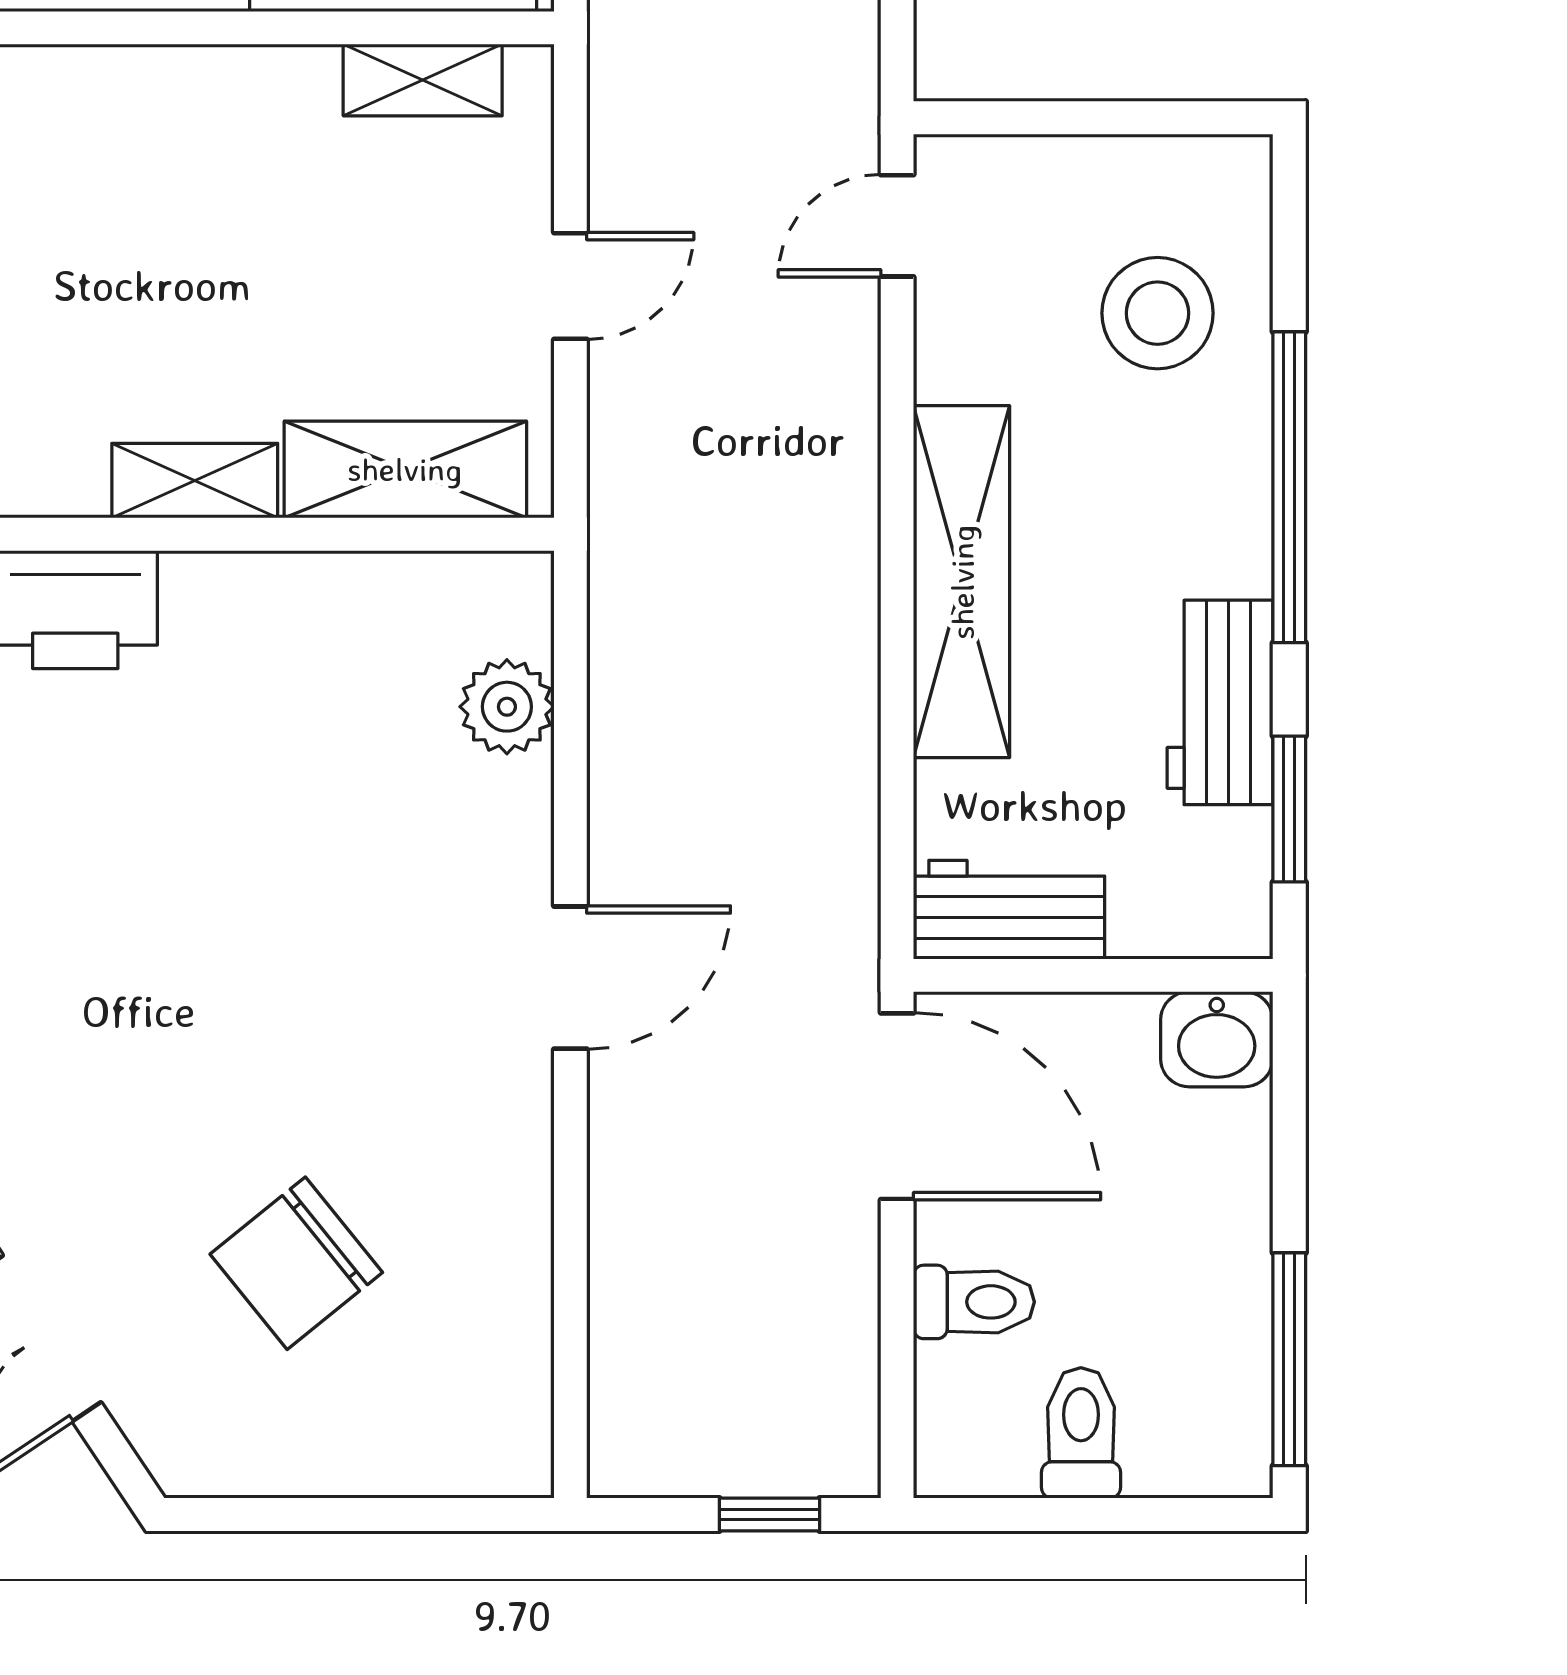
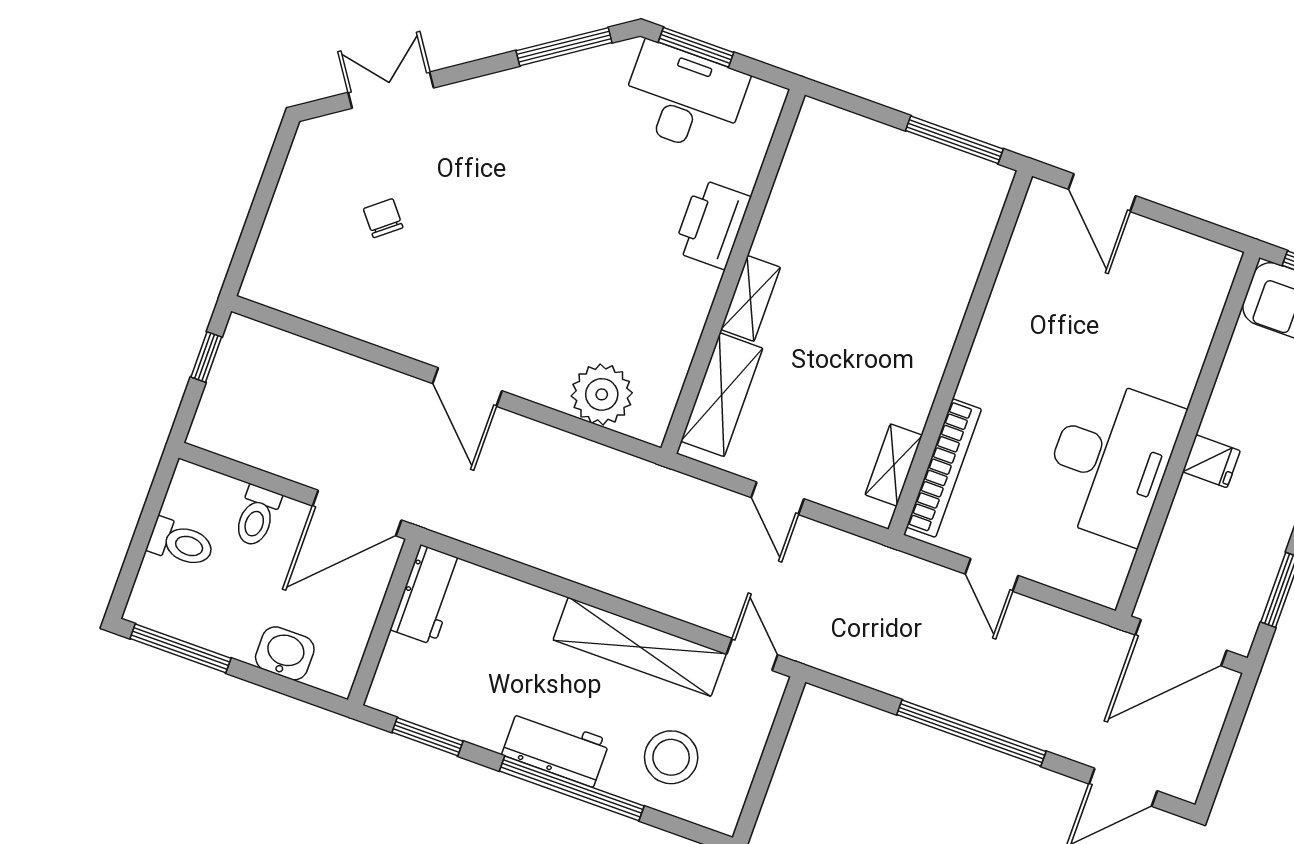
shelving: (962, 582) -> (640, 647), moved
workbench: (1220, 702) -> (556, 748), moved
plant: (507, 707) -> (602, 394), width x1.36, depth x1.36
washbasin: (1217, 1039) -> (285, 653), moved, turned 90
chair: (296, 1263) -> (383, 218), width x0.54, depth x0.54
window: (770, 1515) -> (206, 357), moved

